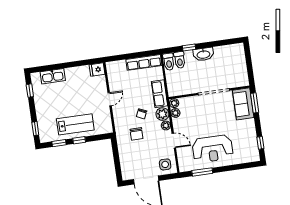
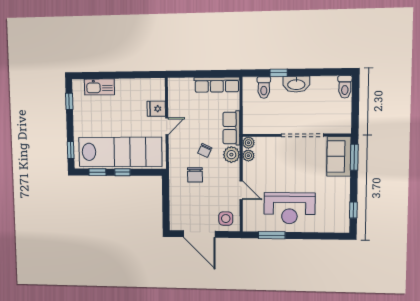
toilet: (169, 62) -> (345, 87), moved
fridge: (97, 69) -> (156, 109), moved
lab bench: (75, 124) -> (120, 152), width x1.86, depth x1.39
plant: (166, 125) -> (234, 170), removed

